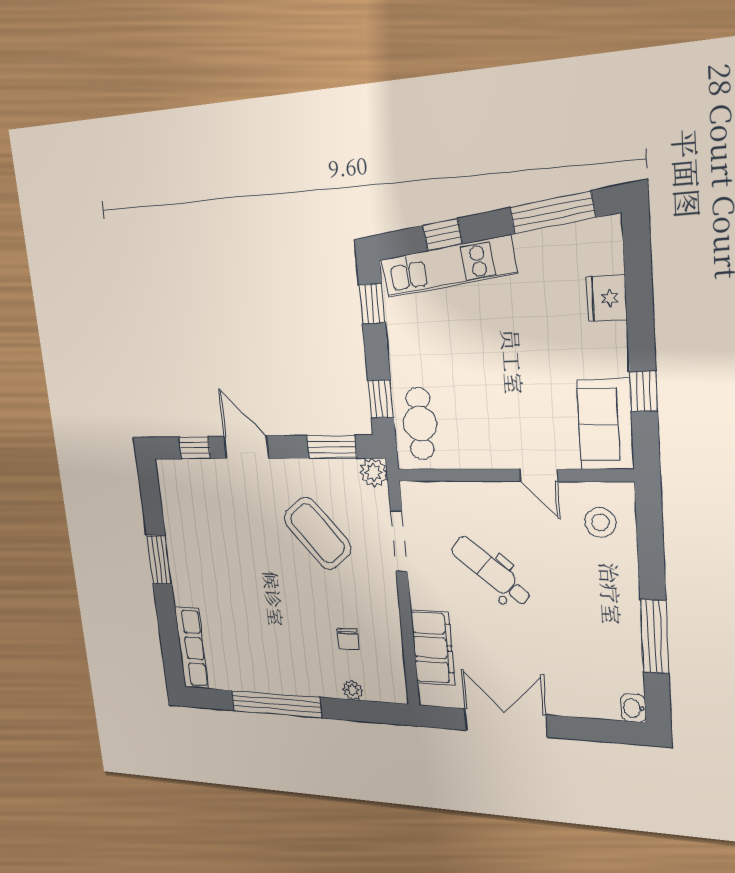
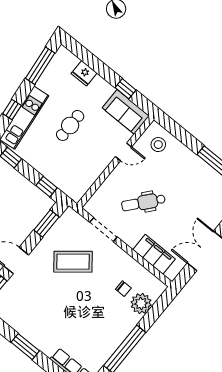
cafe table: (420, 424) -> (70, 125), moved, turned 90
plant: (373, 473) -> (70, 215), removed
plant: (353, 690) -> (141, 304), width x1.88, depth x1.88

